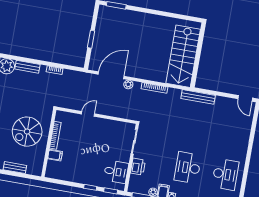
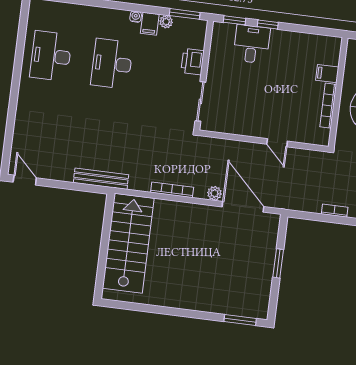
door: (111, 75) -> (243, 207), swing flipped
door: (88, 114) -> (277, 143), hinge flipped
desk: (188, 168) -> (112, 64), turned 180
desk: (116, 172) -> (252, 44), moved, turned 90

